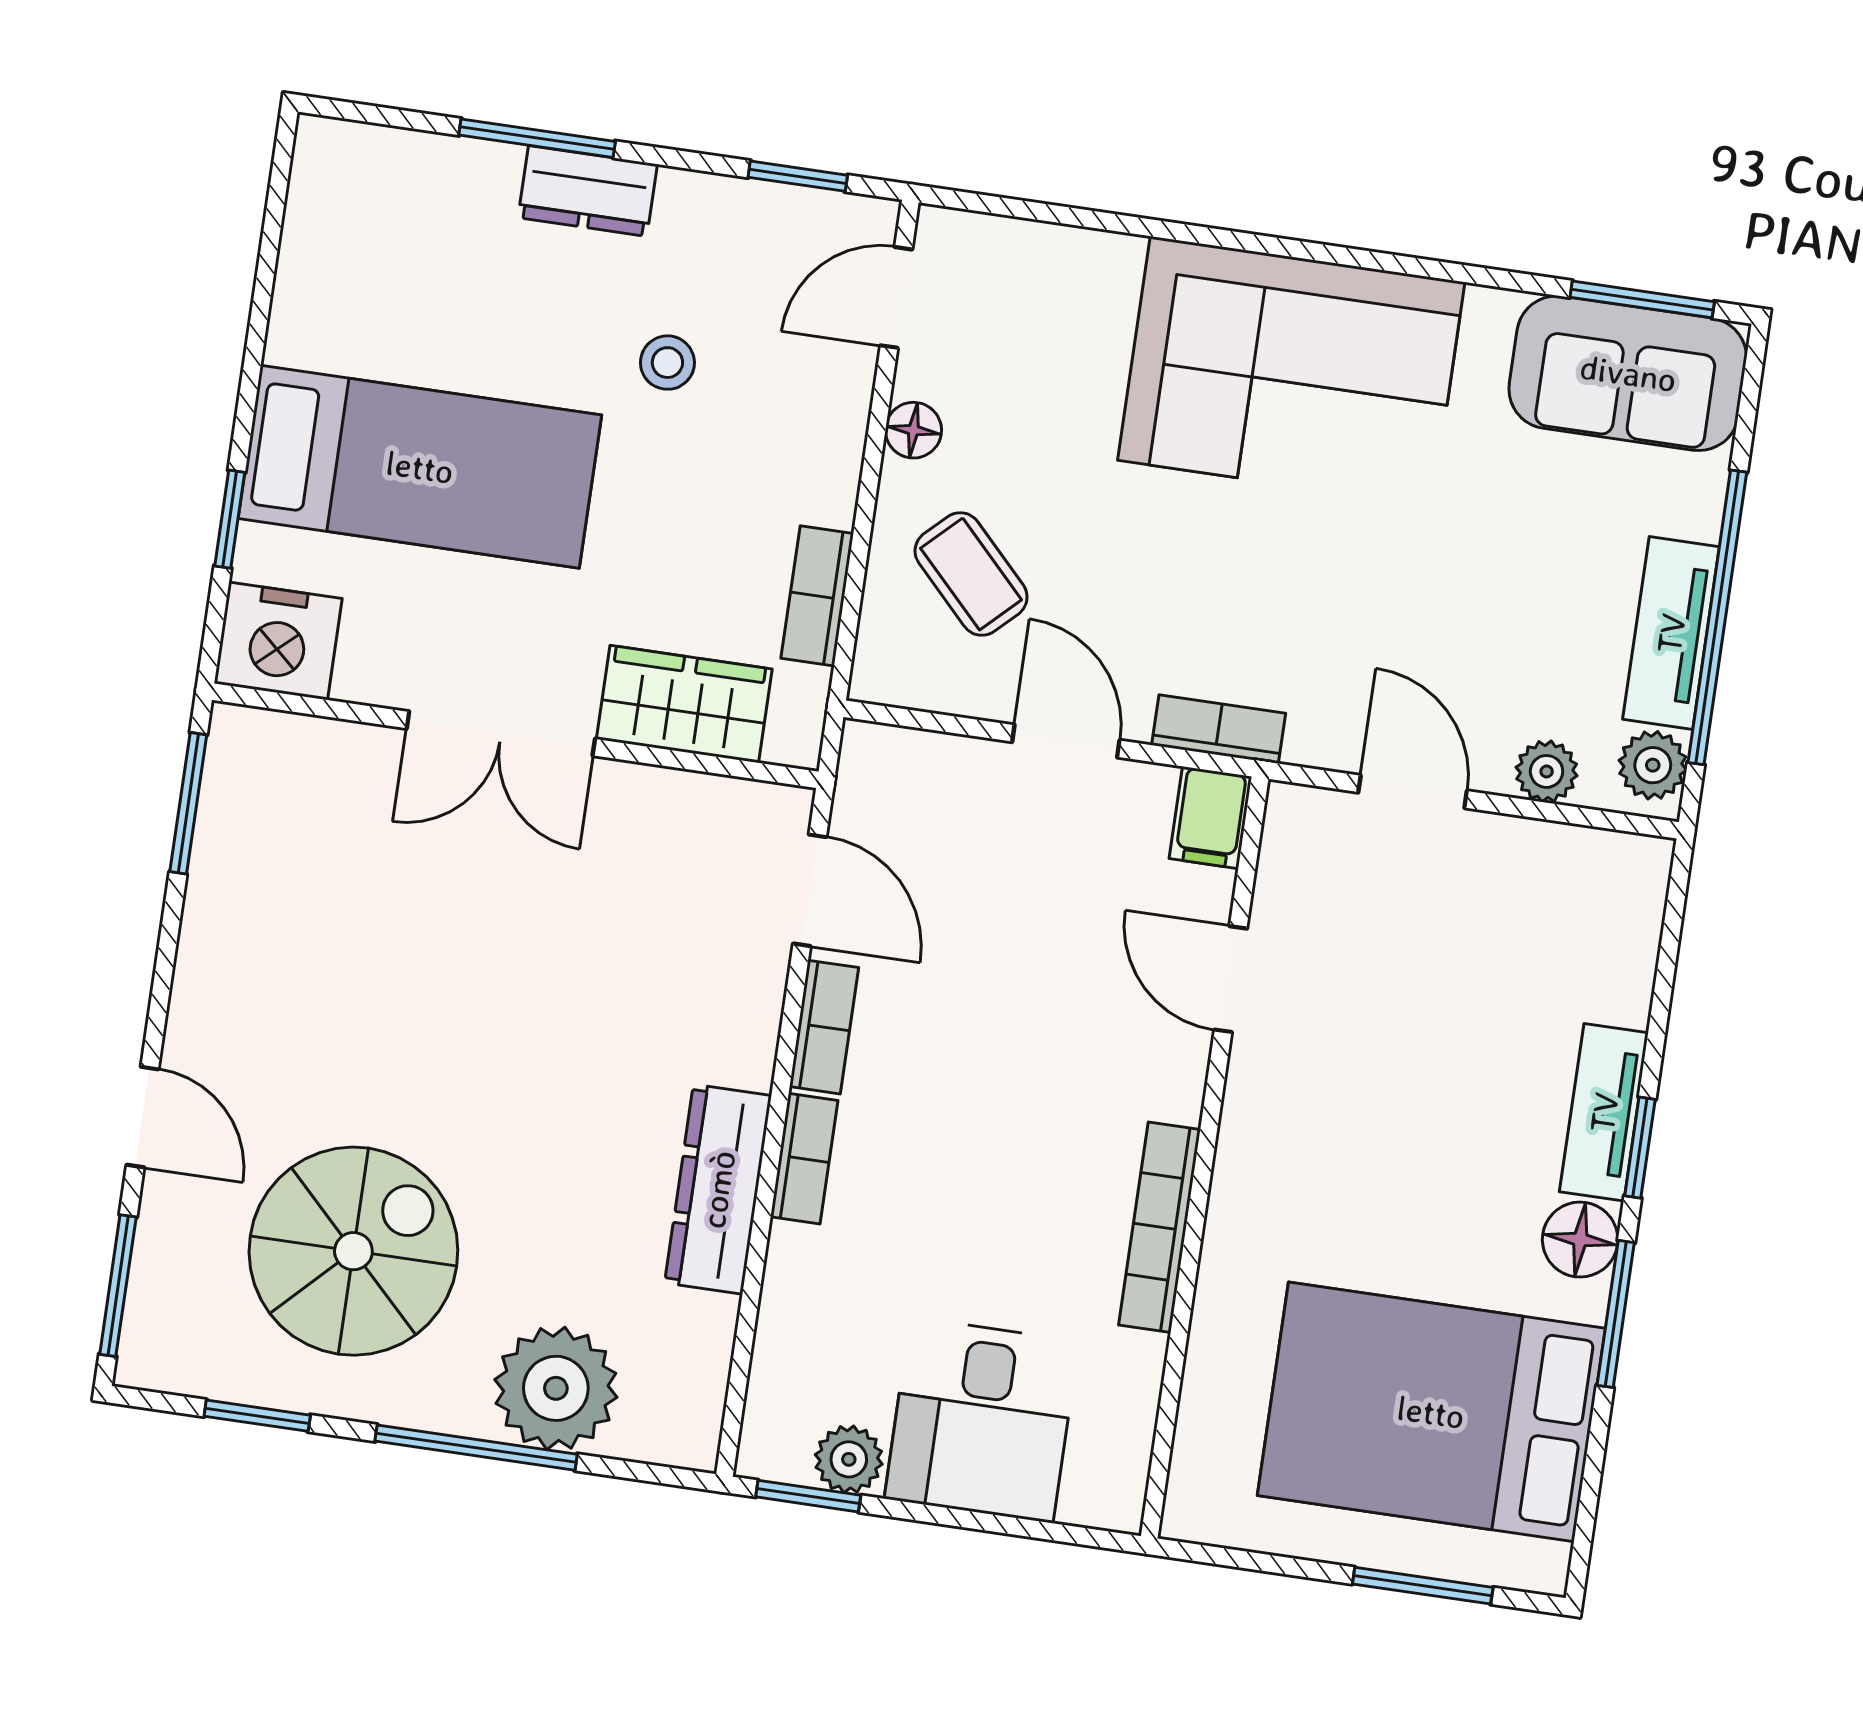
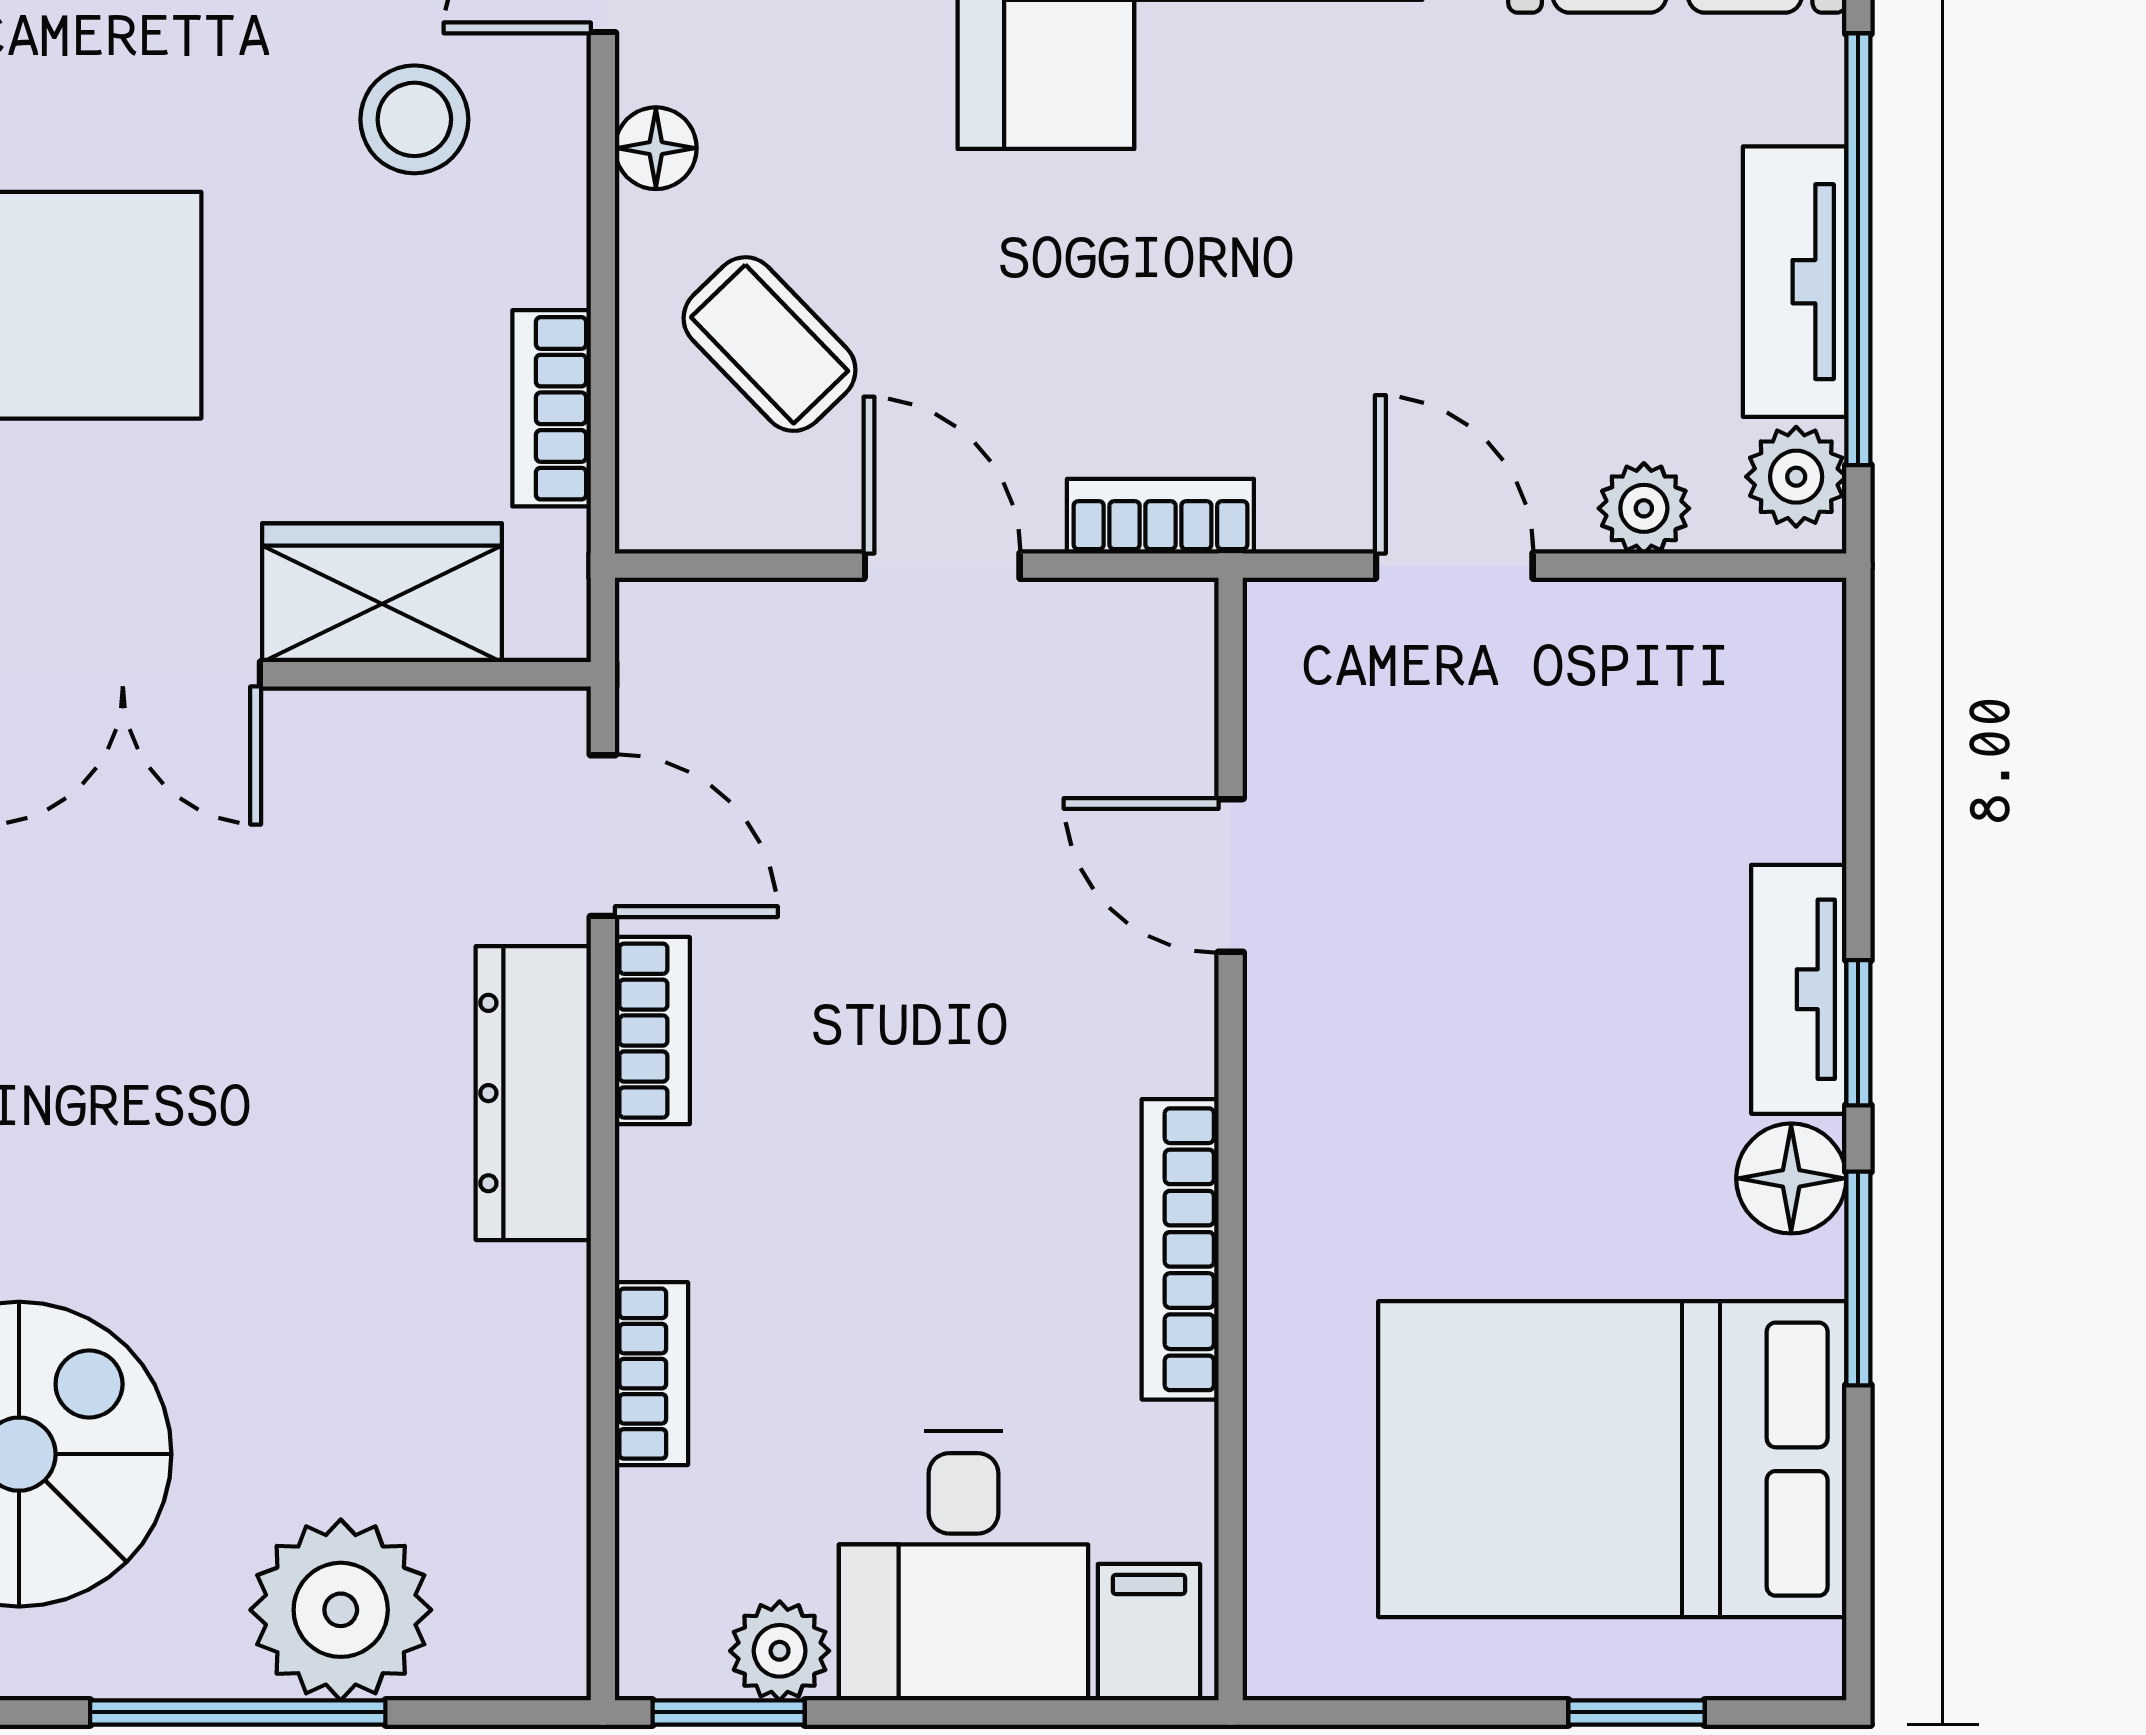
stool: (667, 363) -> (414, 119), moved, width x1.37, depth x1.37
filing cabinet: (1211, 818) -> (1149, 1632), moved, turned 180
bookcase: (804, 1159) -> (652, 1374), moved
dresser: (718, 1189) -> (533, 1093), moved
window: (1423, 1586) -> (1637, 1712), width x0.67

